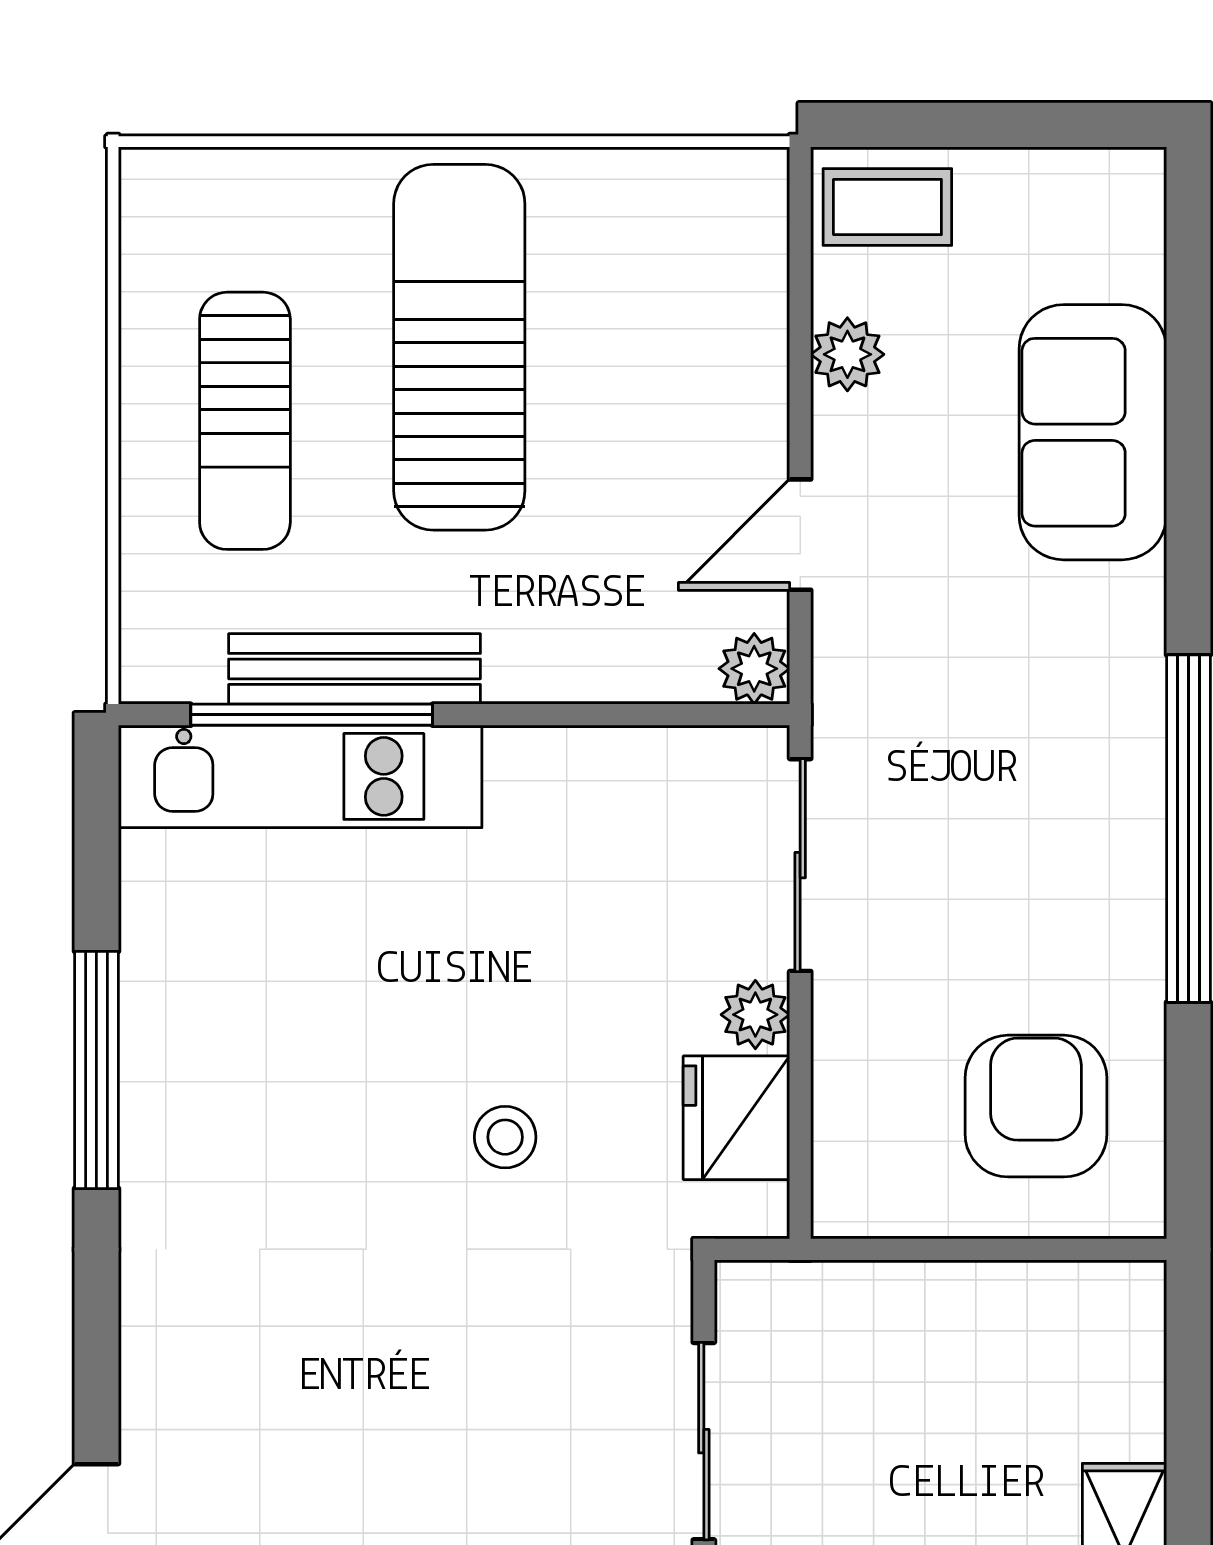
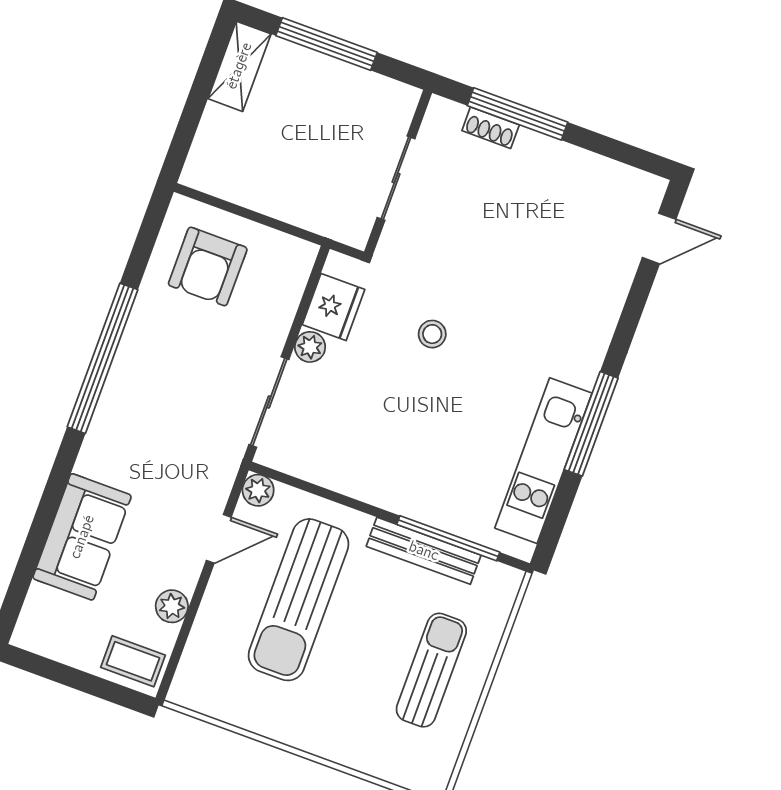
sun lounger: (459, 347) -> (298, 600), moved
kitchen unit: (300, 776) -> (543, 461), moved, turned -90

